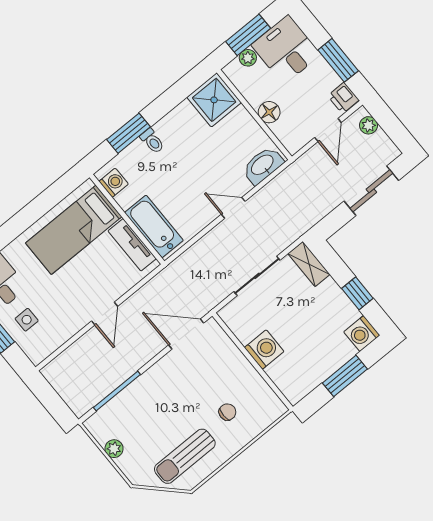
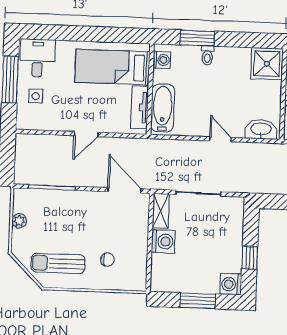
shelving: (309, 264) -> (161, 211), moved

